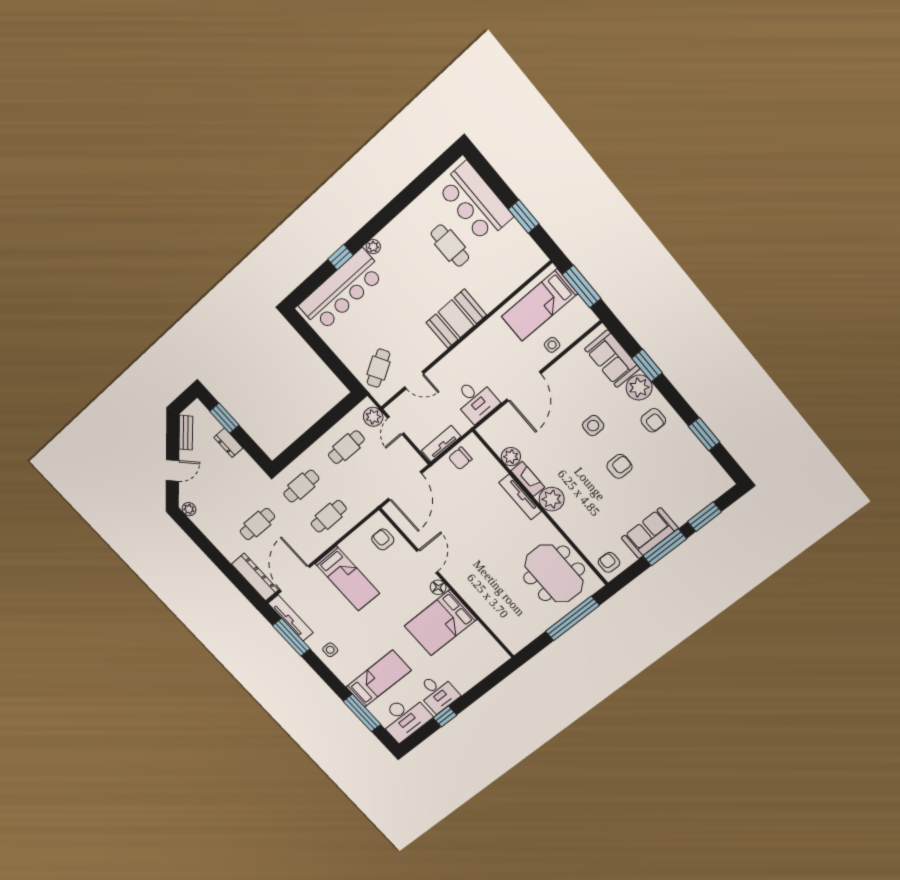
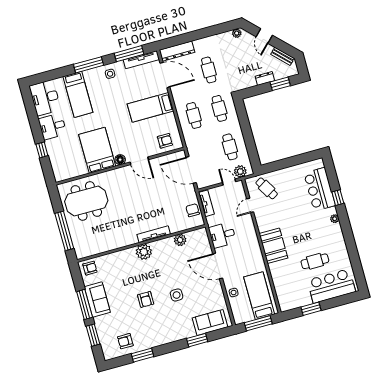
bar counter: (342, 290) -> (320, 189), width x0.73
plant: (639, 387) -> (187, 330), removed
armchair: (653, 420) -> (125, 341), moved
fireplace: (528, 479) -> (162, 244), removed
meeting table: (554, 574) -> (86, 201), moved
window: (362, 713) -> (89, 65), moved
window: (445, 716) -> (42, 150), moved

